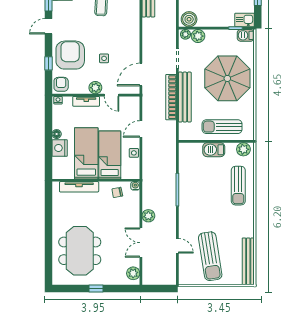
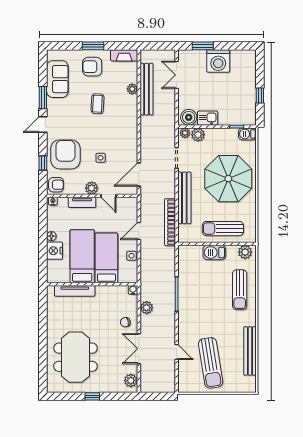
kitchen sink: (244, 20) -> (208, 118), moved
armchair: (61, 84) -> (56, 185), turned 90
bookcase: (171, 97) -> (170, 222), moved
chair: (117, 192) -> (125, 322), moved
plant: (148, 216) -> (147, 308), moved
bench: (248, 261) -> (250, 351), moved

